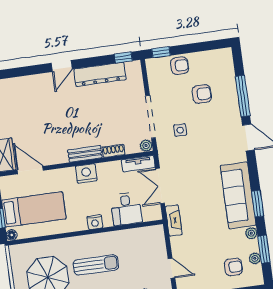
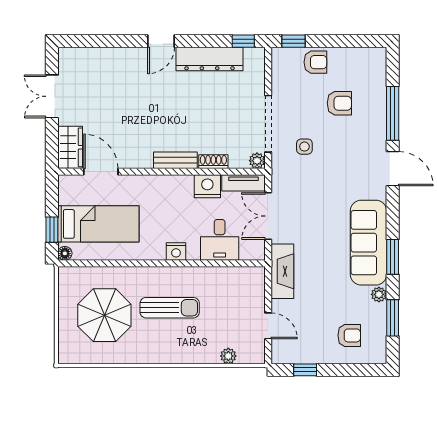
nightstand: (86, 173) -> (207, 186), moved
fireplace: (174, 221) -> (282, 271), width x1.37, depth x1.32
plant: (255, 258) -> (379, 328), removed

